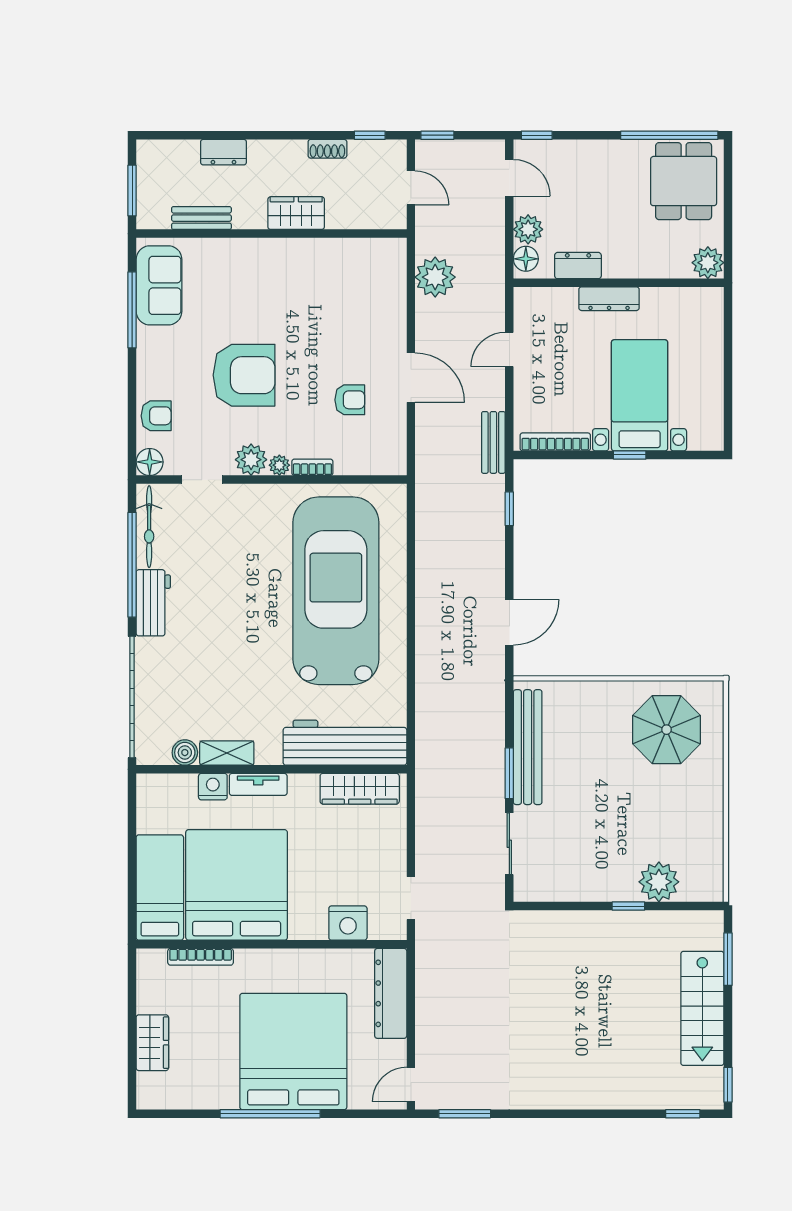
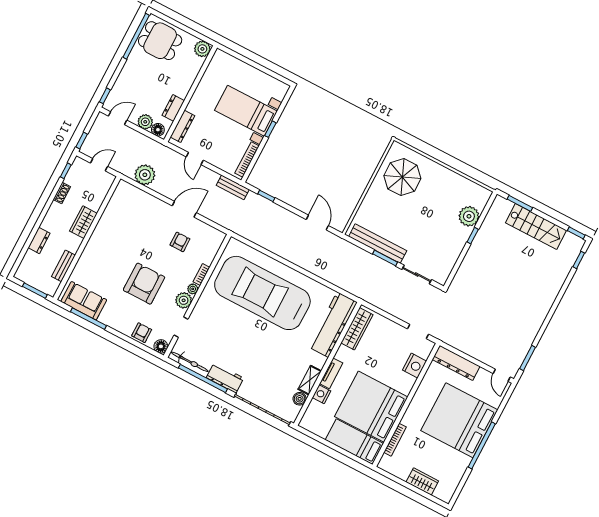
dresser: (609, 299) -> (183, 126), moved

